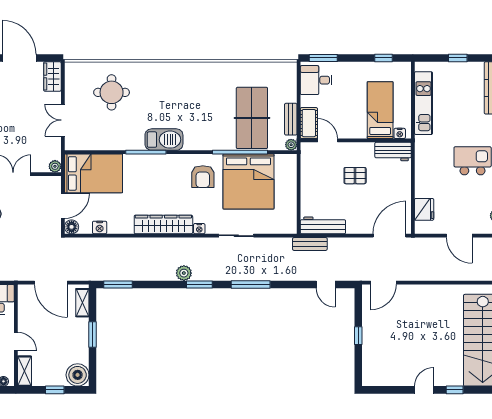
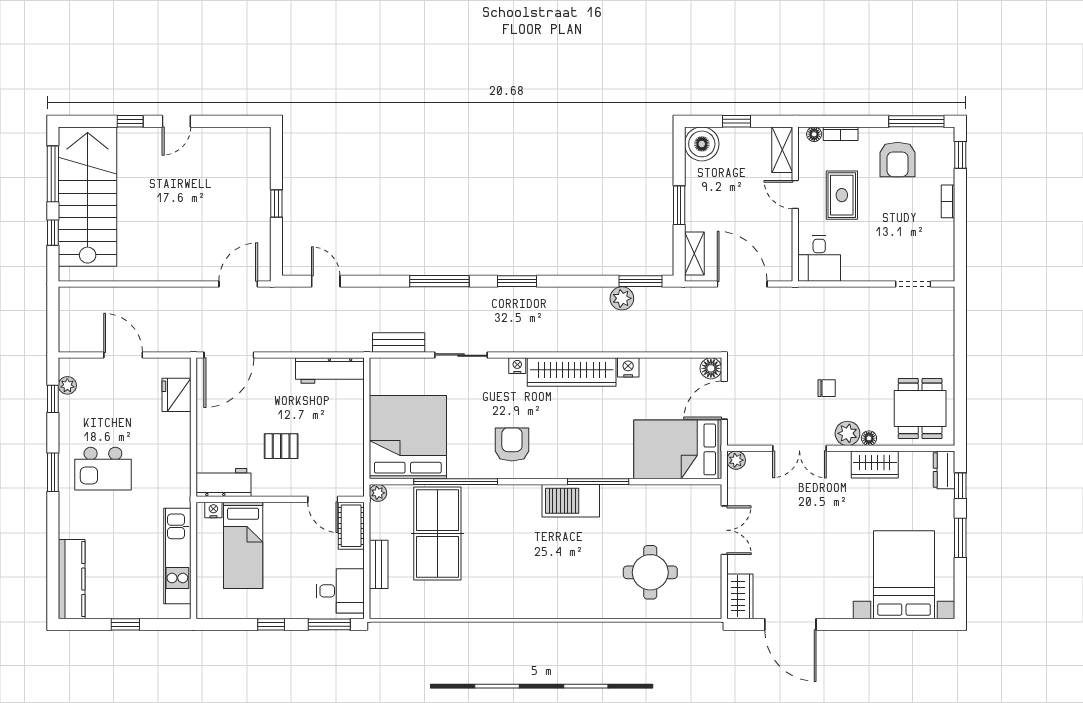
window: (384, 58) -> (271, 624), moved
bench: (291, 119) -> (379, 564), moved
bed: (248, 182) -> (408, 437), moved
nightstand: (100, 227) -> (628, 367), moved
bench: (310, 244) -> (399, 342), moved
plant: (184, 273) -> (622, 298), moved

